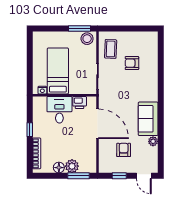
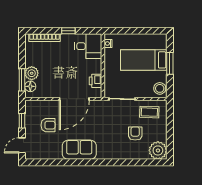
window: (80, 29) -> (170, 63), moved
bed: (58, 71) -> (144, 60), moved, turned 180
desk: (59, 110) -> (88, 46), moved
plant: (153, 141) -> (158, 150), moved, width x1.87, depth x1.87
floor lamp: (59, 168) -> (30, 86), moved

